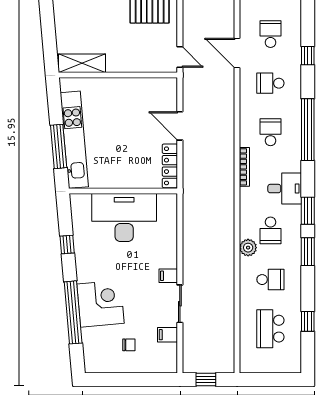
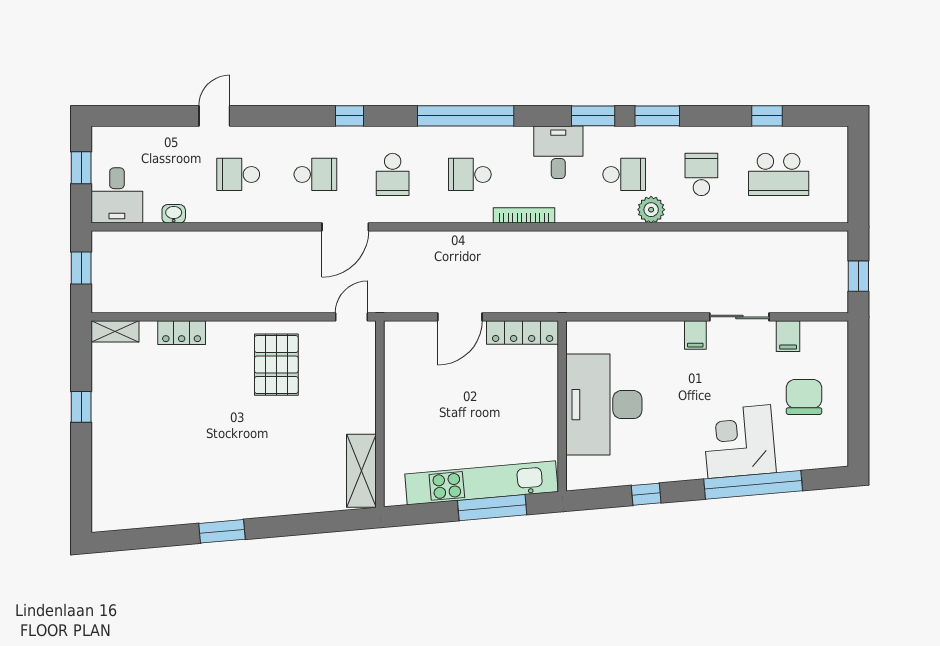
school desk: (270, 34) -> (315, 174), turned 180
chair: (129, 345) -> (804, 397), width x1.87, depth x1.87

